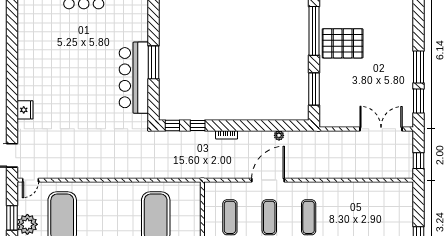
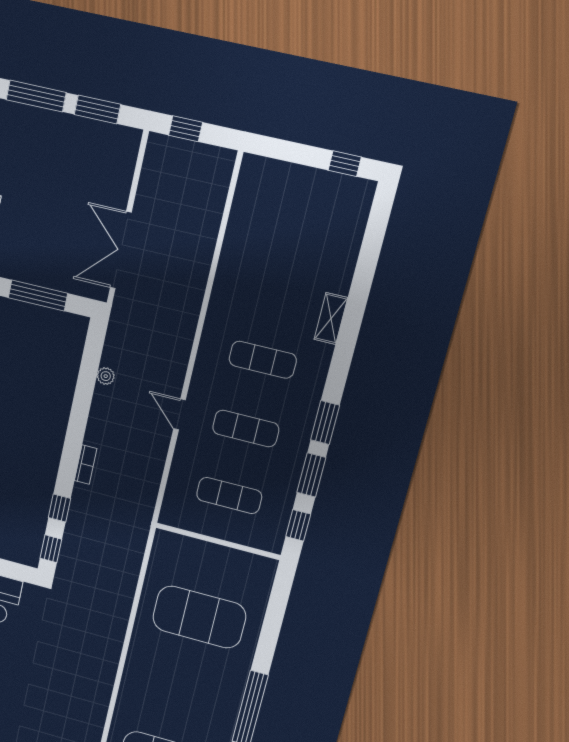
double door: (381, 129) -> (121, 250), moved
window: (418, 161) -> (186, 129), moved
door: (268, 180) -> (180, 414), width x0.53

